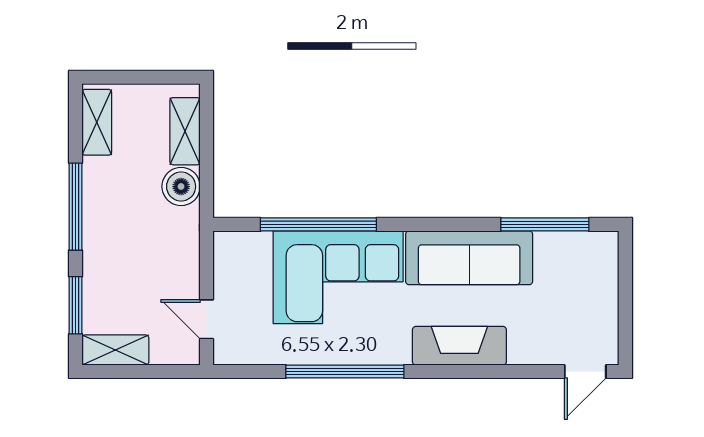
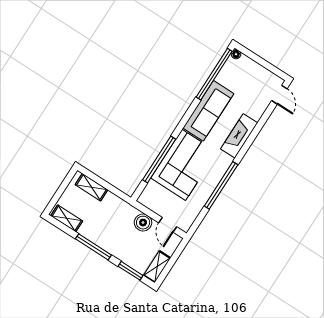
boiler: (181, 187) -> (143, 223), moved
window: (545, 224) -> (214, 74), width x1.46
floor lamp: (609, 241) -> (236, 54), added
door: (207, 319) -> (168, 225), hinge flipped

